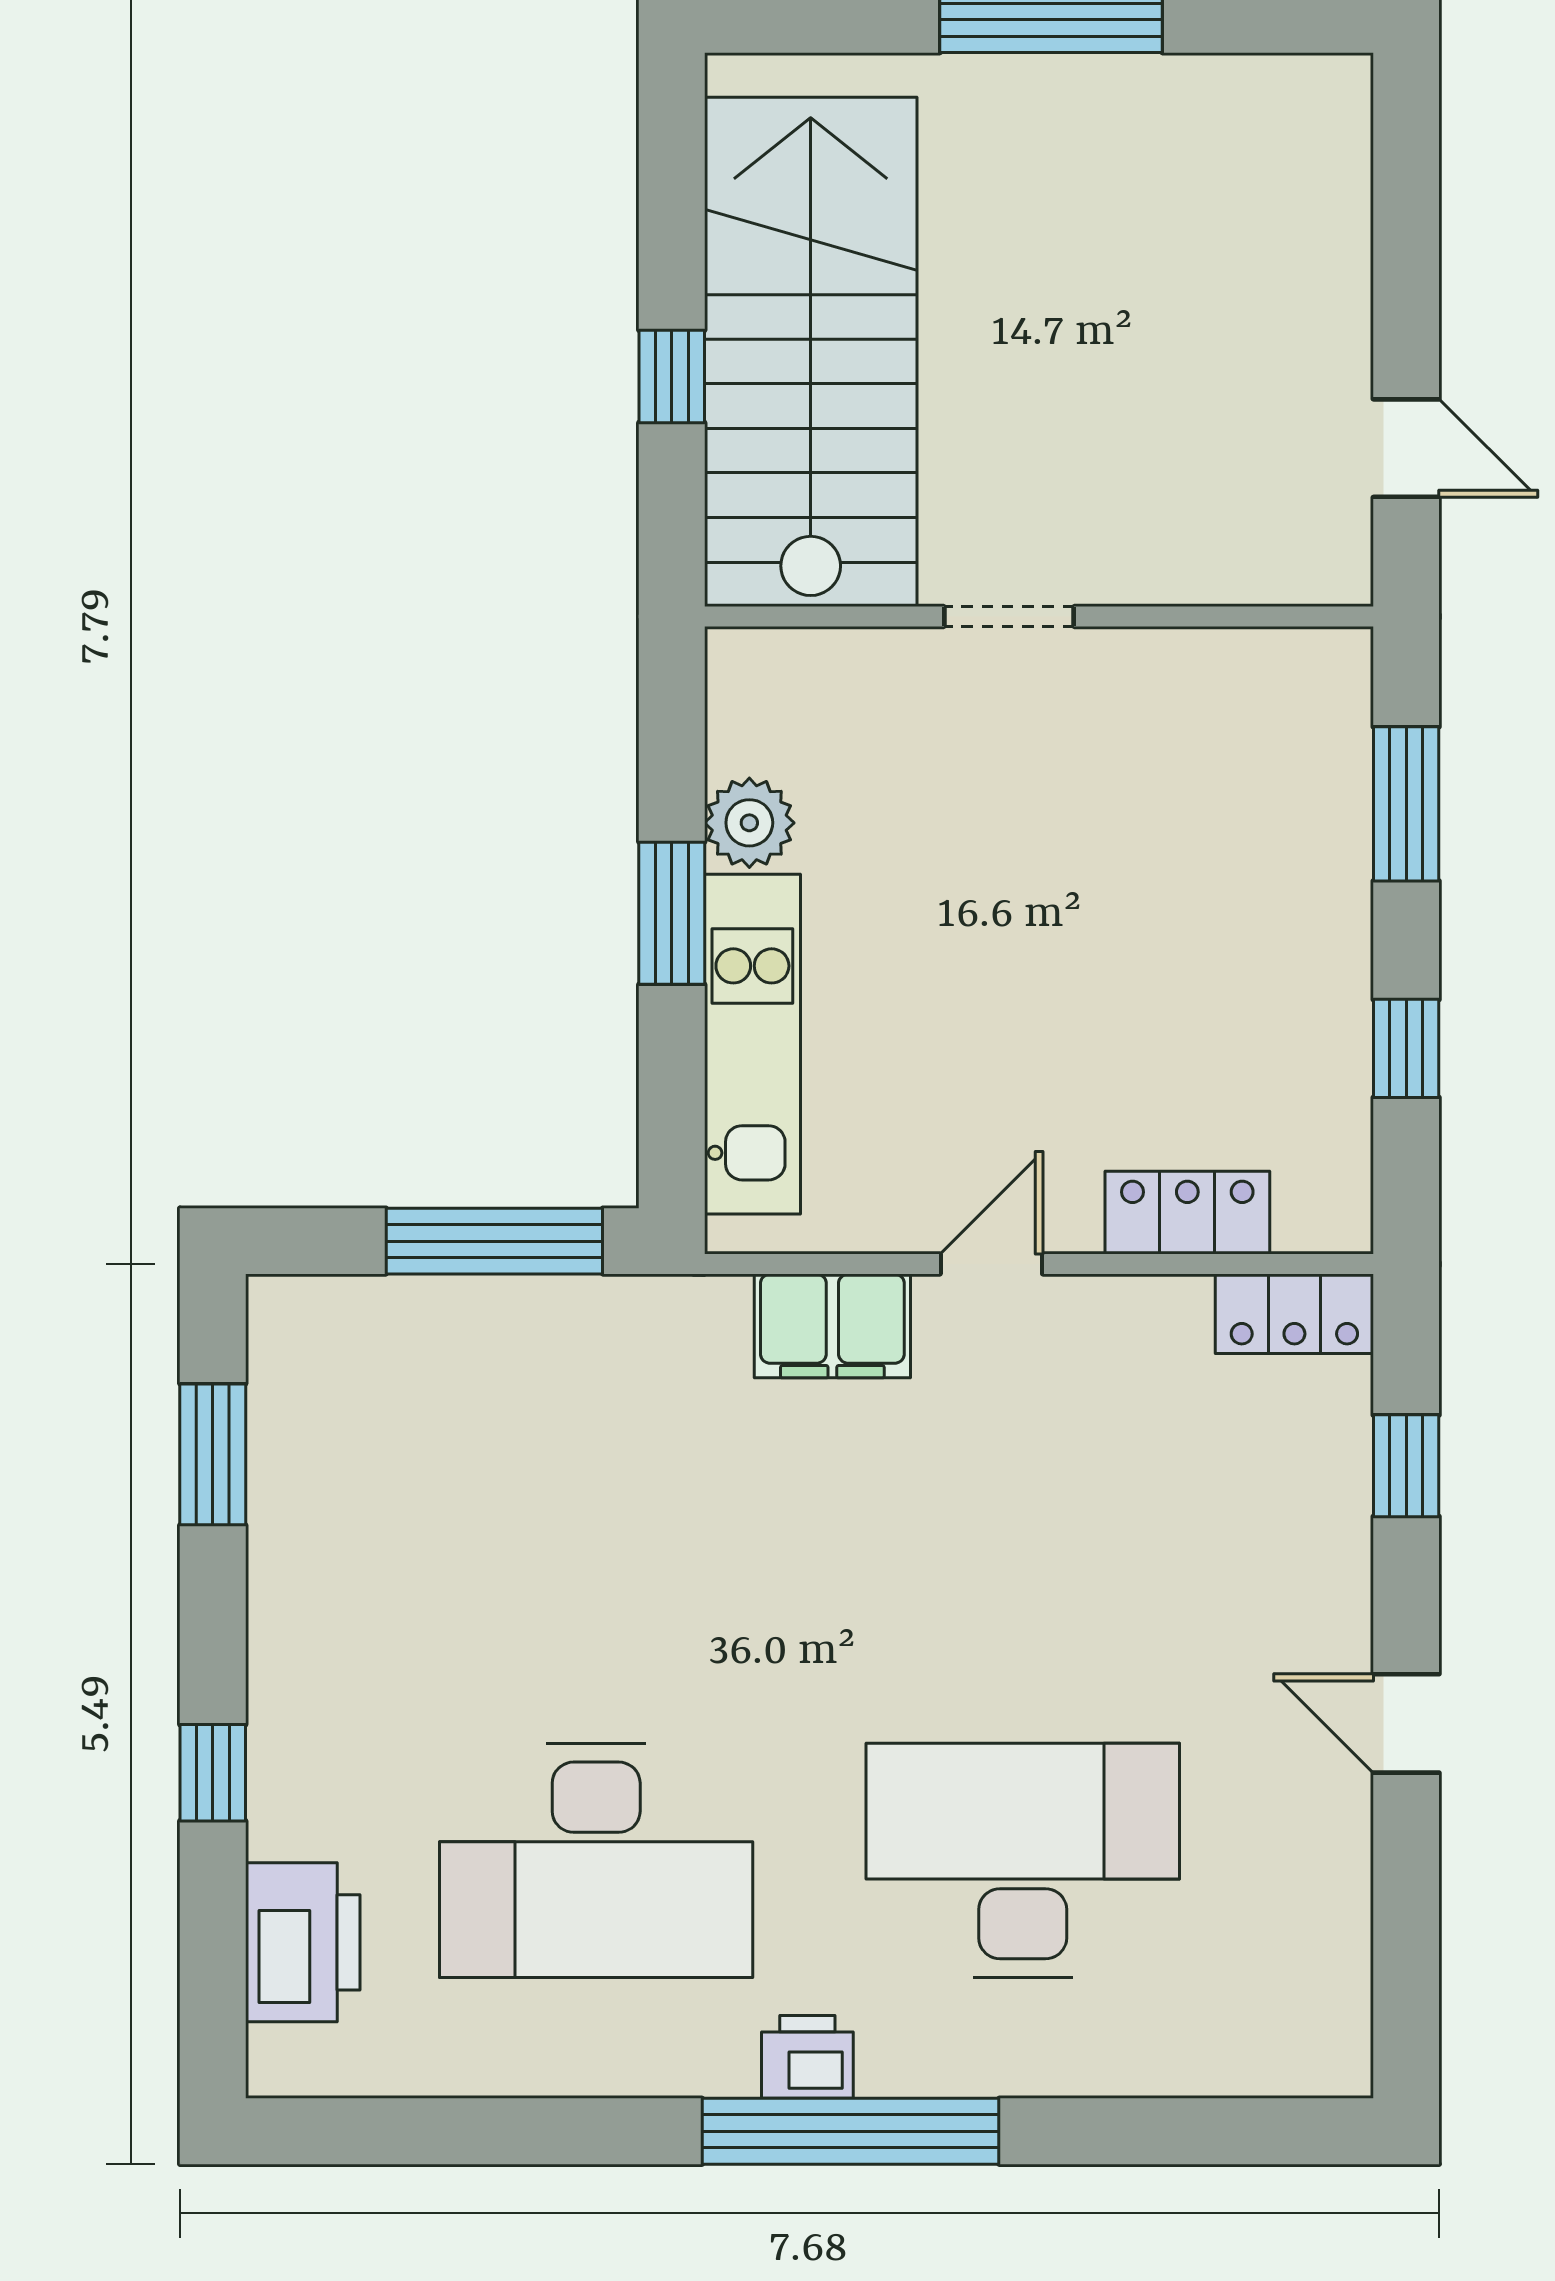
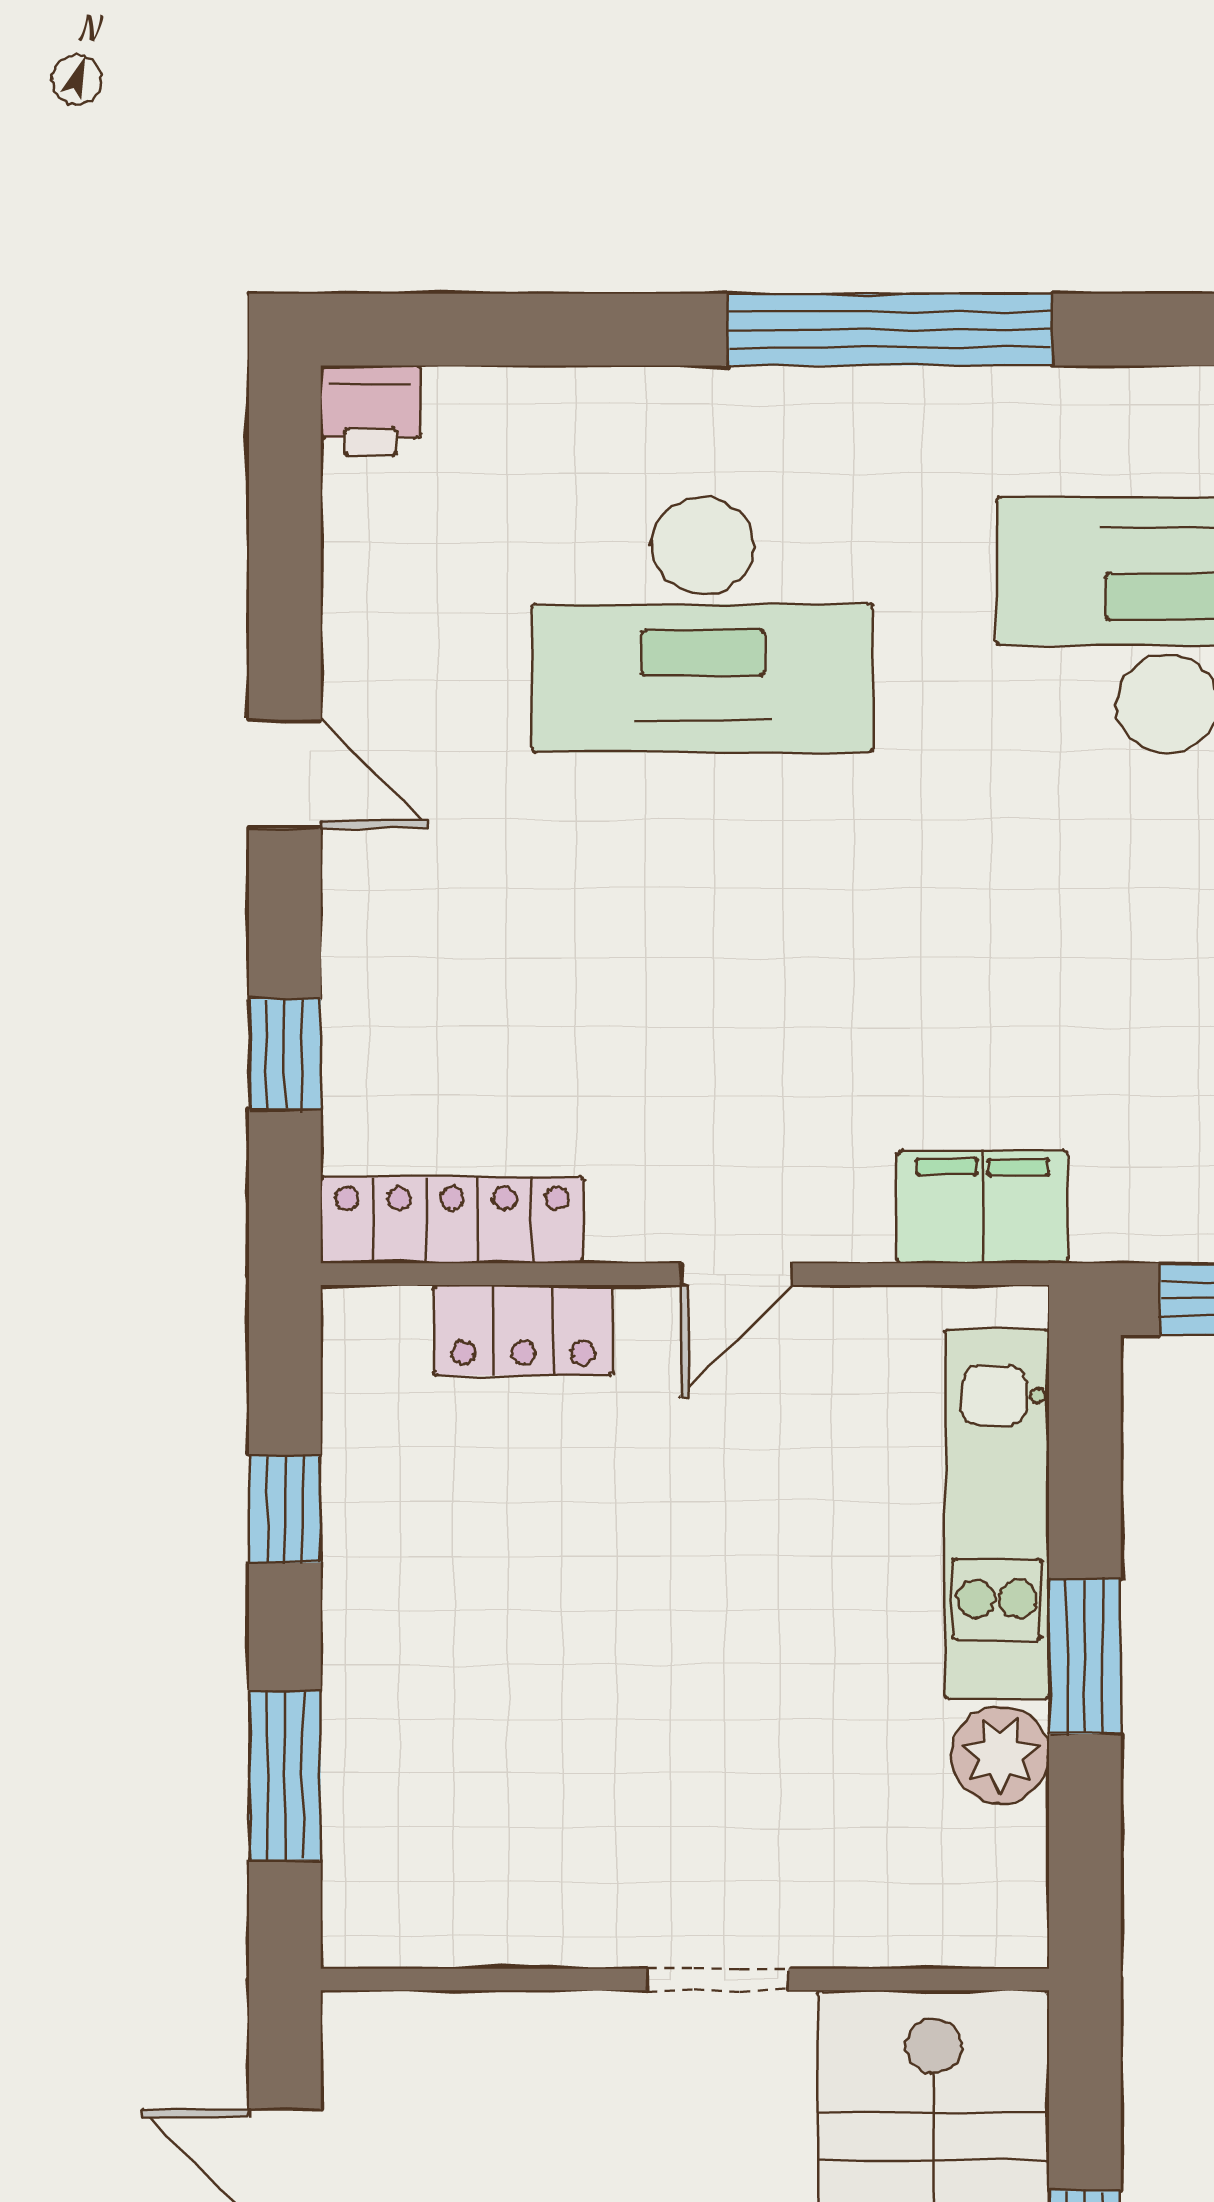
locker: (1294, 1314) -> (452, 1220), width x1.53
filing cabinet: (832, 1326) -> (982, 1207), moved
printer: (807, 2057) -> (370, 411), moved

